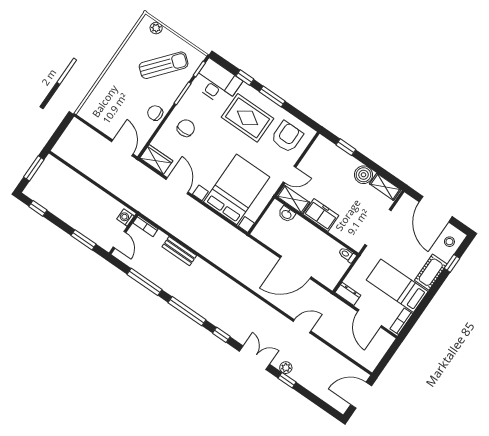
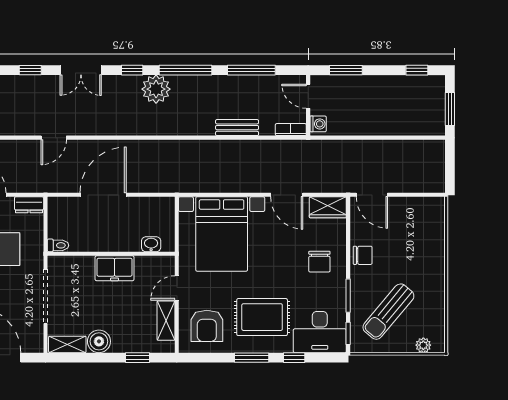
shelving: (293, 199) -> (166, 321), moved, turned 90
plant: (286, 368) -> (156, 89), moved, width x1.87, depth x1.87

